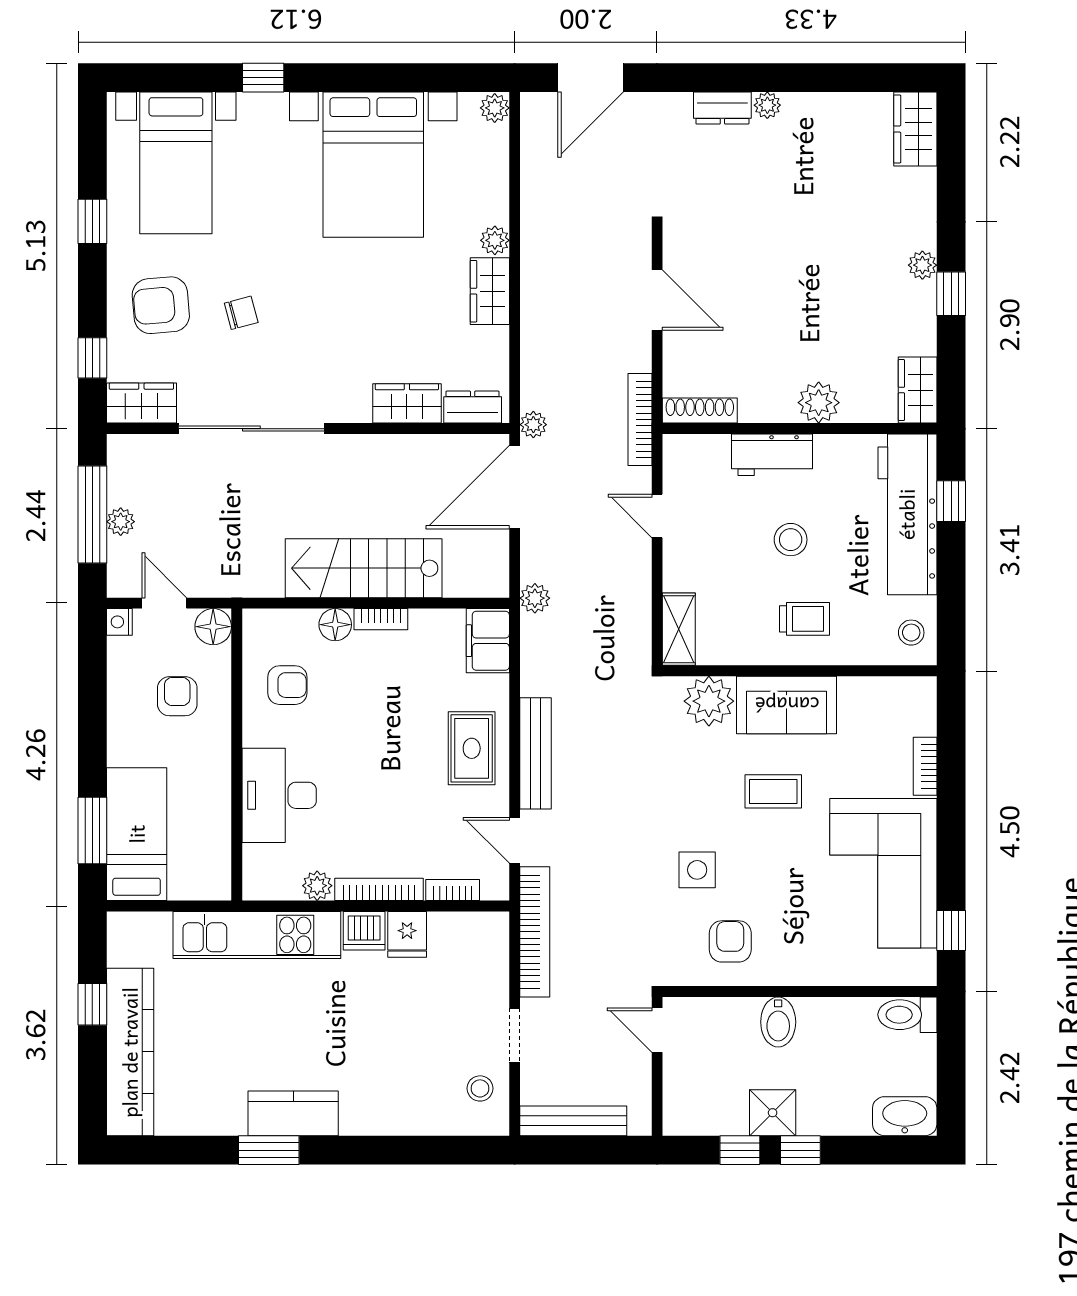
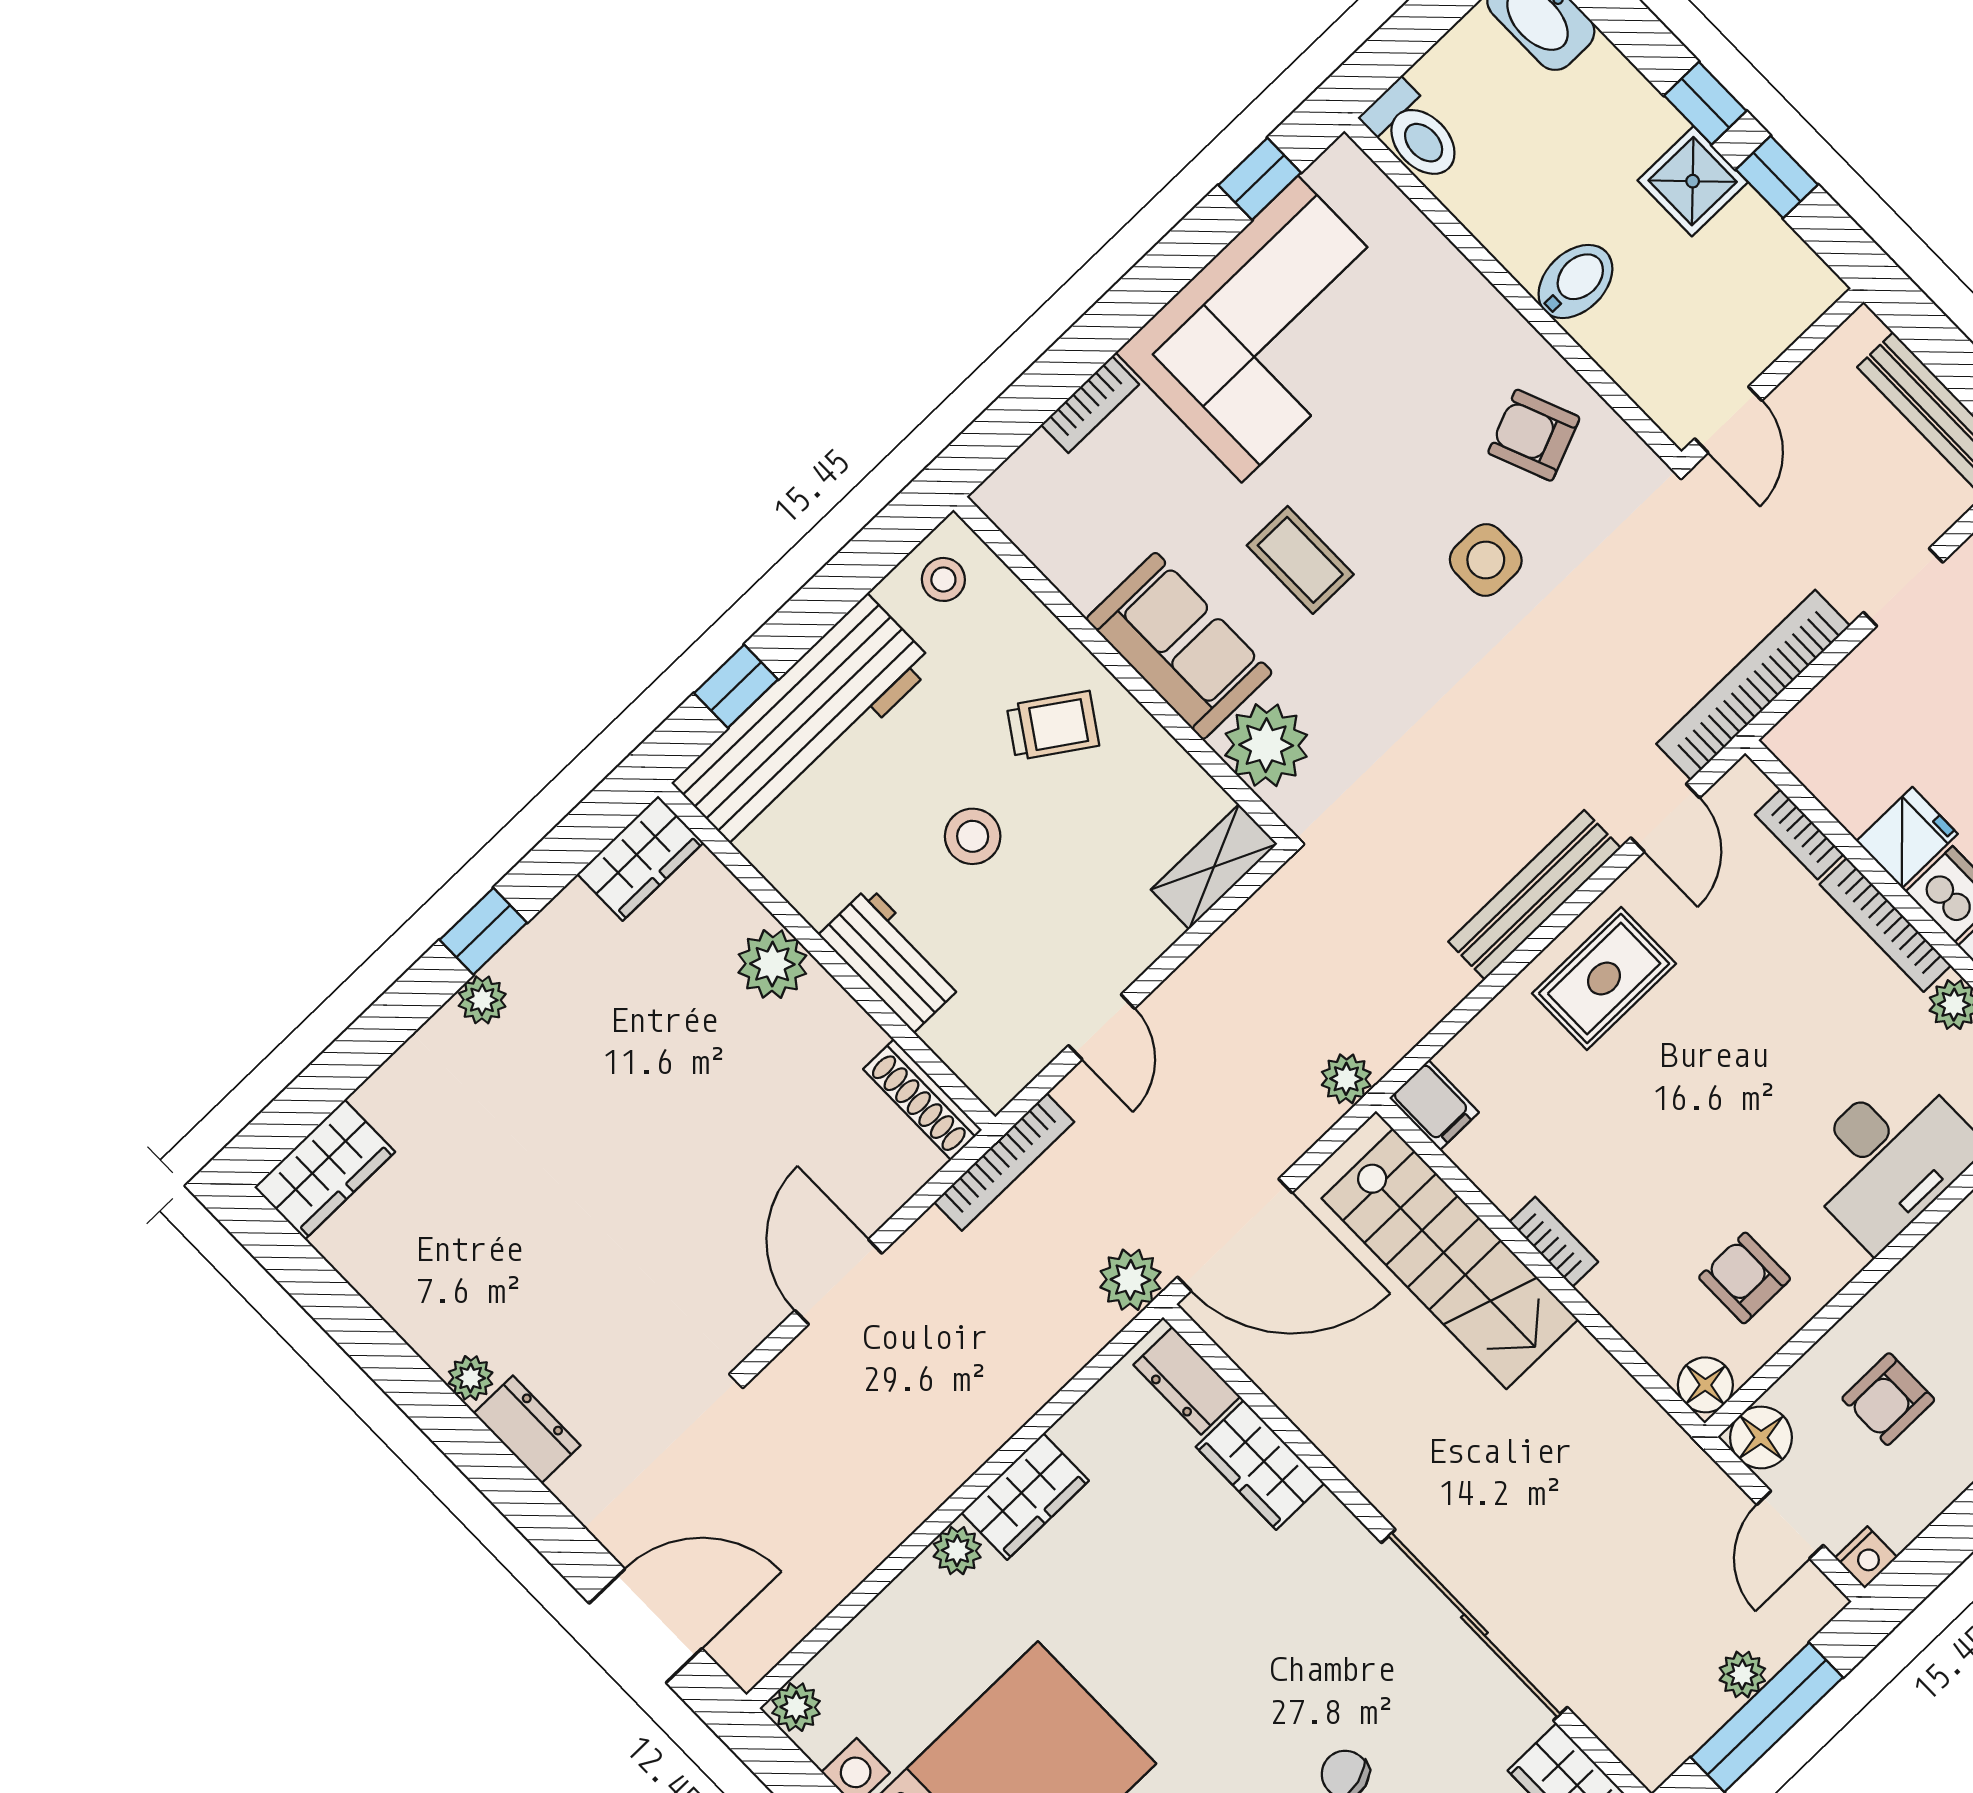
plant: (533, 425) -> (1130, 1280), width x1.38, depth x1.38
stairs: (364, 568) -> (1450, 1259), moved
trolley: (805, 619) -> (1053, 726), turned 124
floor lamp: (335, 625) -> (1705, 1385), moved
filing cabinet: (488, 641) -> (1434, 1105), width x0.50
armchair: (730, 941) -> (1534, 435), turned 68

